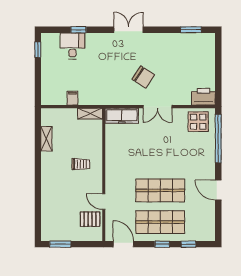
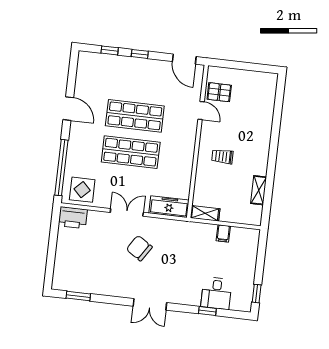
shop shelf: (160, 222) -> (131, 152), moved
window: (60, 244) -> (257, 67), removed

